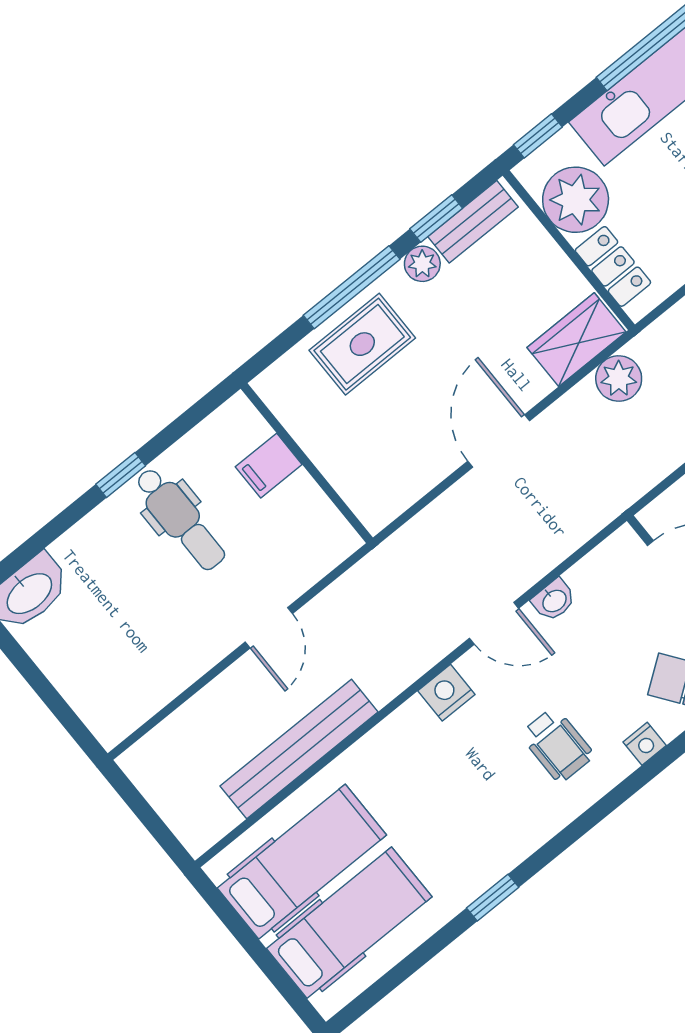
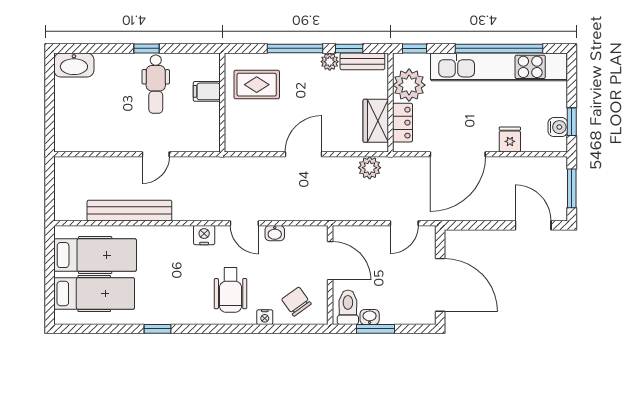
wardrobe: (576, 340) -> (376, 121), moved, turned -90
rug: (362, 344) -> (257, 85), moved
wheelchair: (557, 745) -> (231, 290), width x1.36, depth x1.37

